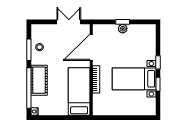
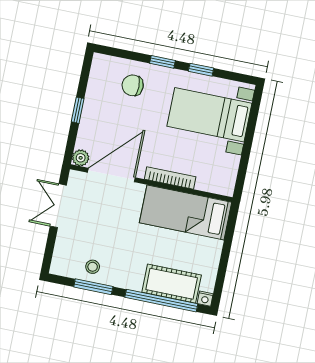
plant: (123, 29) -> (81, 158), moved
door: (91, 47) -> (111, 175), swing flipped
chair: (142, 49) -> (133, 85), added
bed with nightstands: (134, 79) -> (209, 115), moved, turned 90
cot: (39, 80) -> (172, 284), moved

